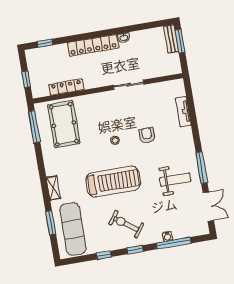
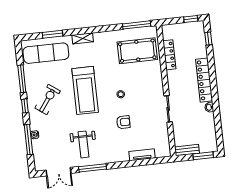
bench: (171, 39) -> (187, 150), moved
window: (26, 79) -> (191, 19), moved
window: (104, 255) -> (22, 79), width x2.17

